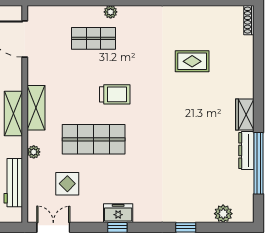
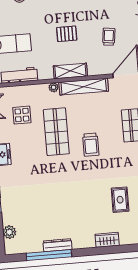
shelving: (36, 108) -> (84, 87), width x1.47
wardrobe: (245, 115) -> (107, 240), moved
plant: (34, 152) -> (54, 87), moved

